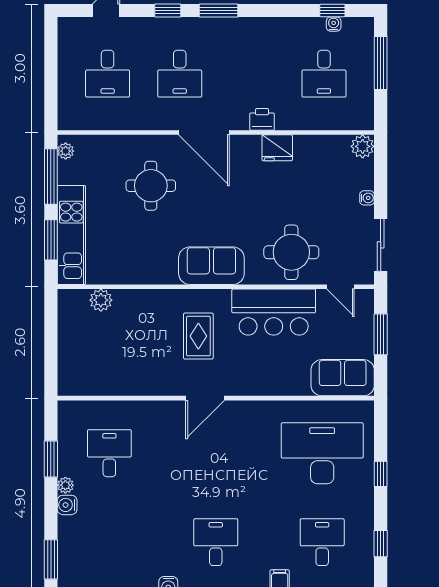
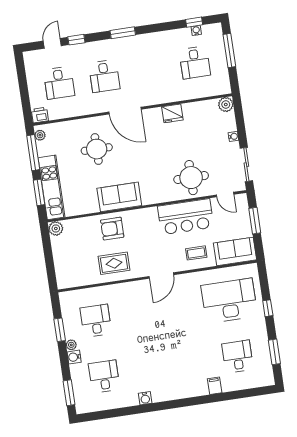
window: (168, 10) -> (76, 40), moved
printer: (262, 119) -> (40, 115), moved
sofa: (211, 266) -> (119, 197), moved
plant: (101, 300) -> (56, 228), moved
armchair: (156, 313) -> (112, 229), added
rug: (198, 336) -> (114, 263), moved, turned 90
coffee table: (282, 371) -> (196, 253), added
door: (205, 398) -> (161, 276), moved
desk: (216, 542) -> (104, 376), moved
window: (381, 544) -> (274, 352), width x1.50

